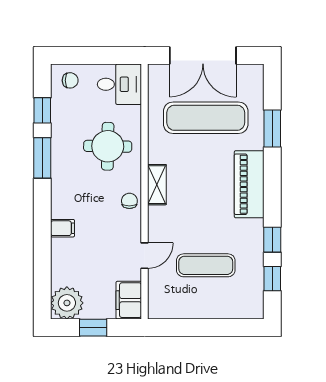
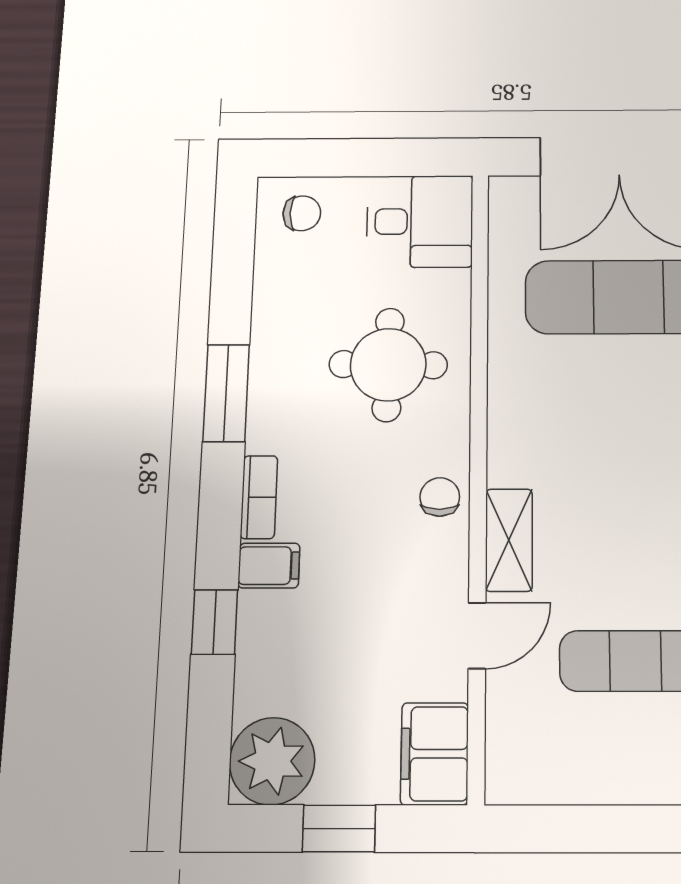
window: (42, 110) -> (215, 622), moved
shelving: (157, 185) -> (509, 540), moved
bookcase: (57, 201) -> (259, 497), added

